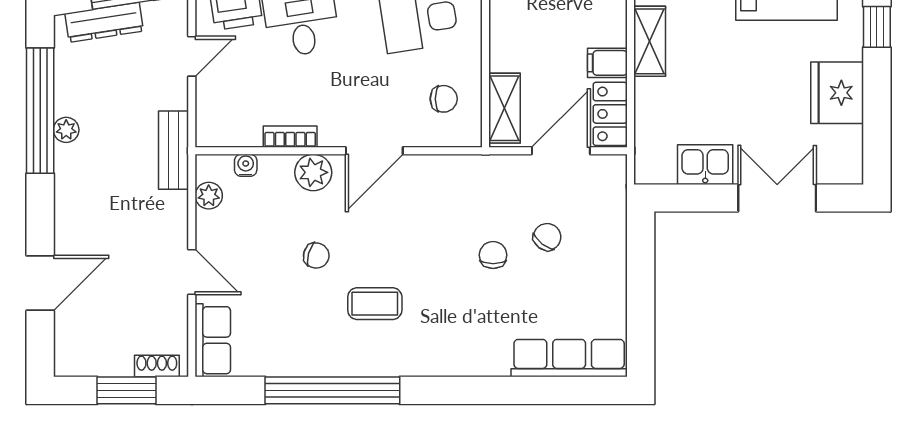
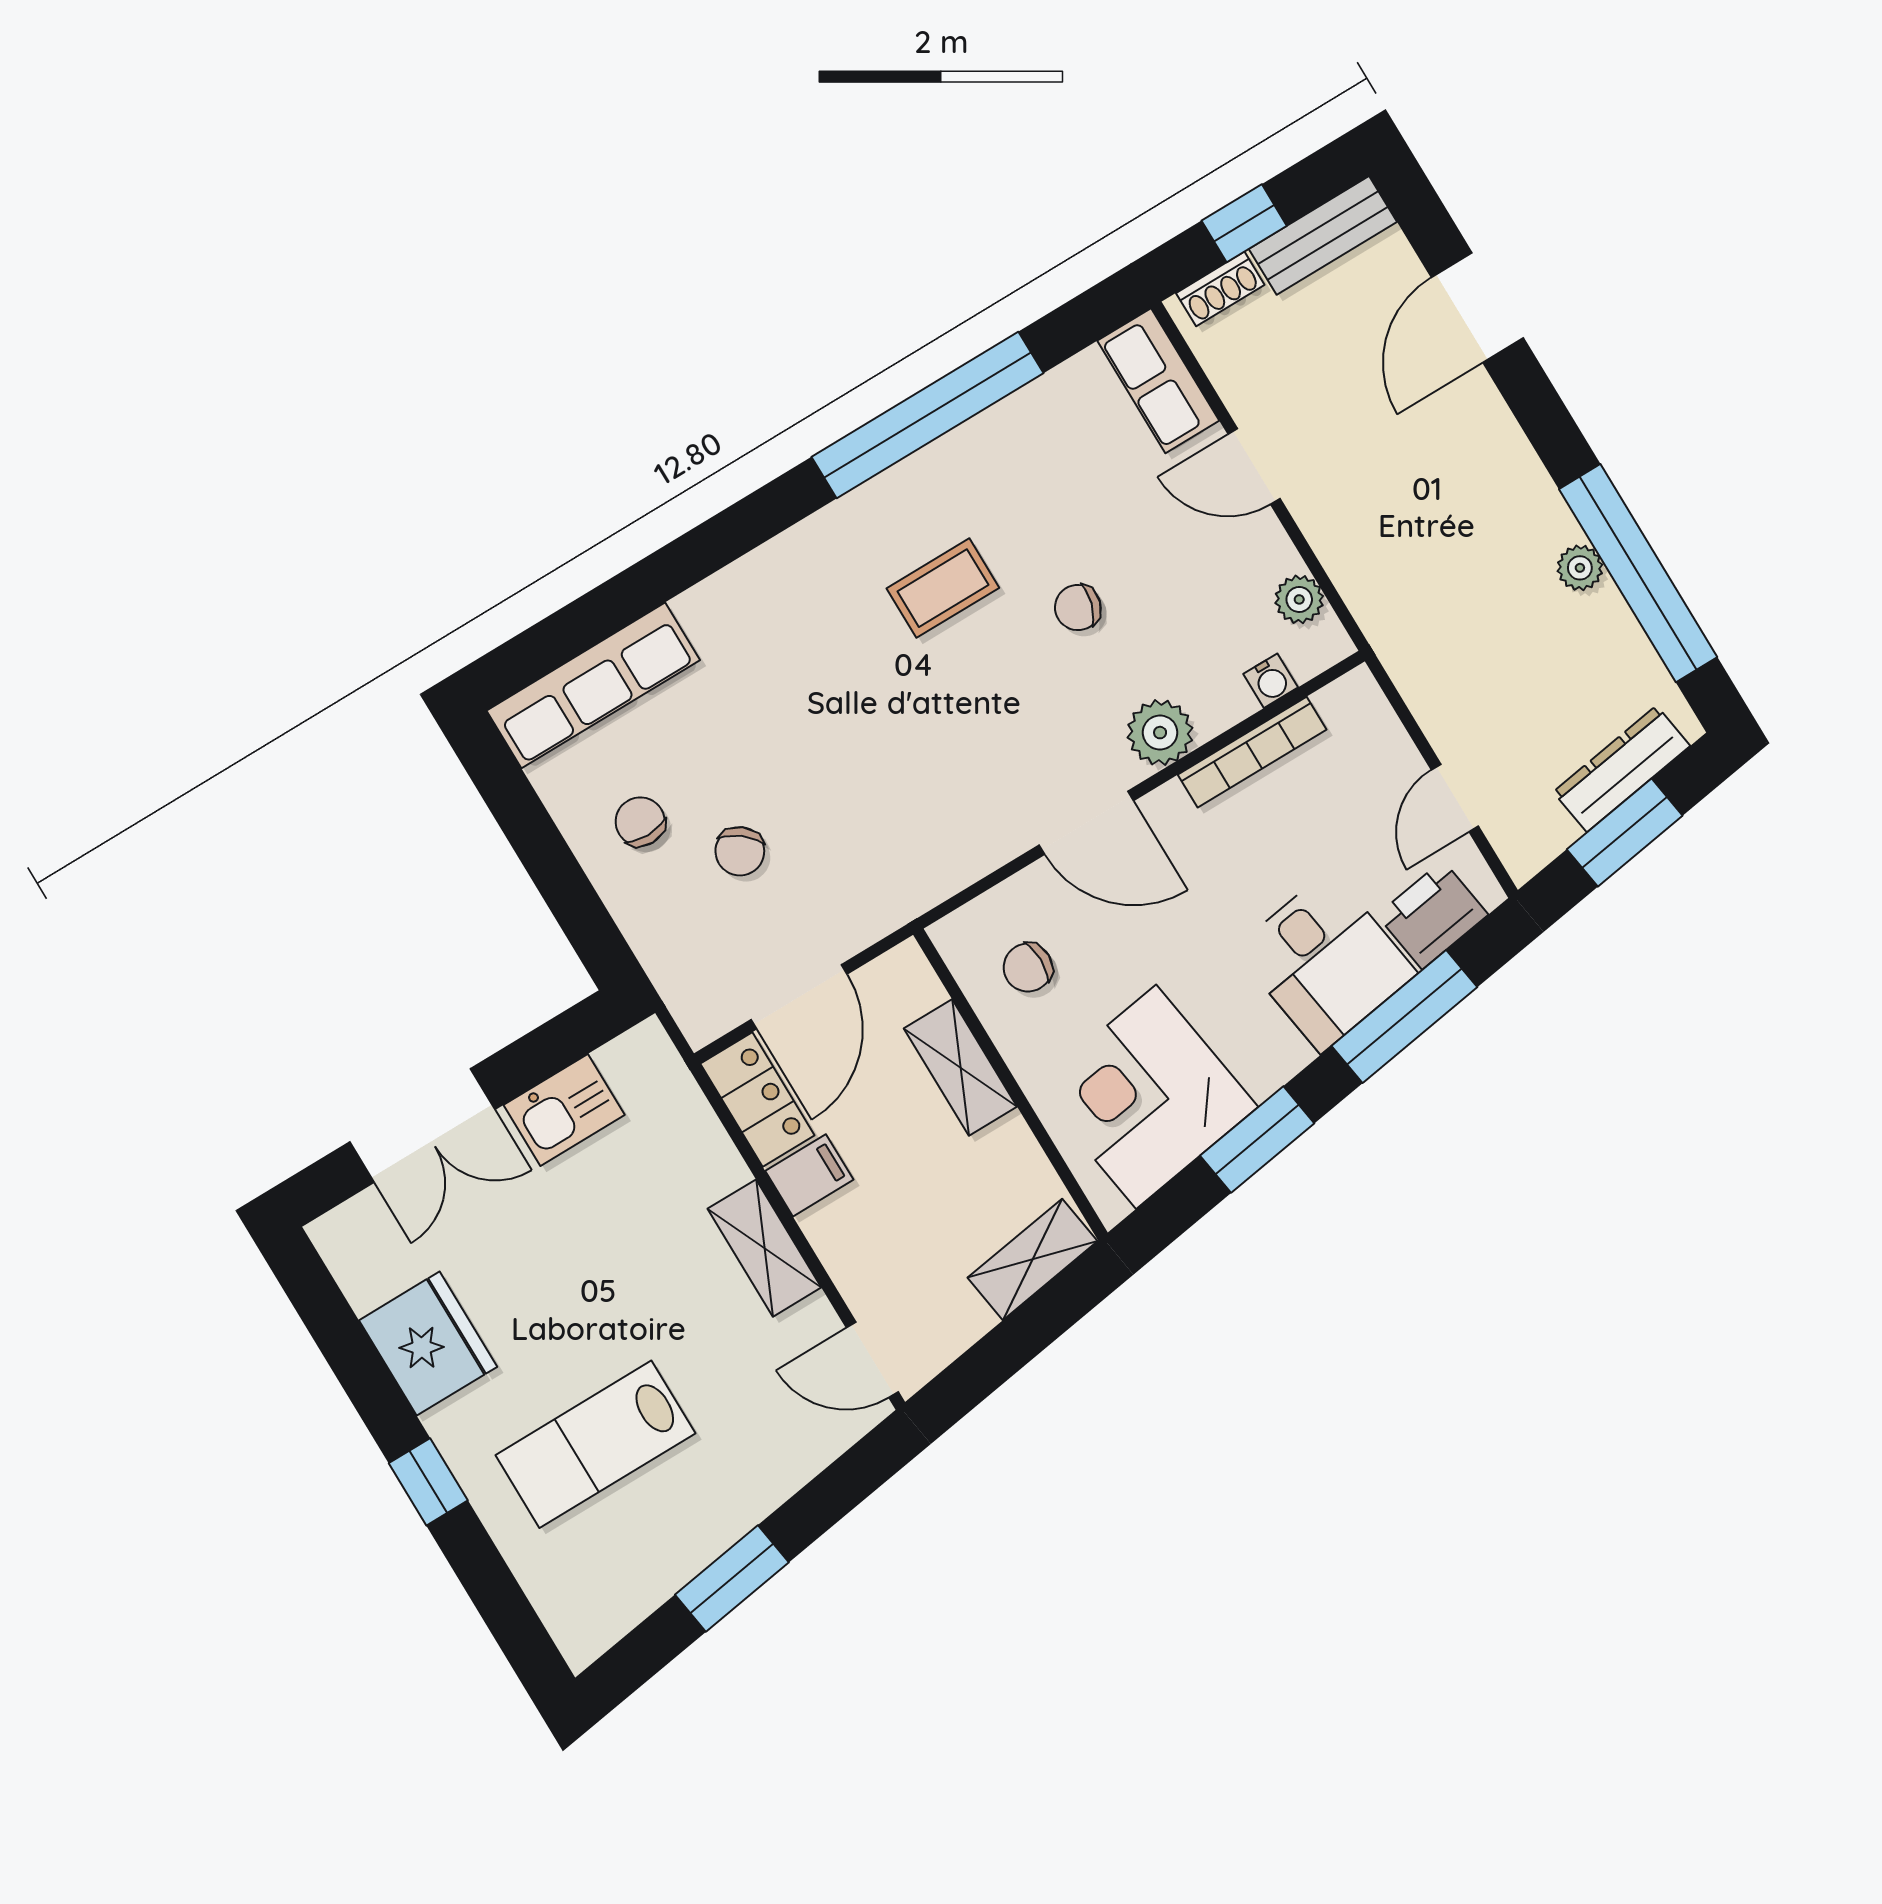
shelving: (504, 108) -> (960, 1067), moved
bookcase: (290, 137) -> (1252, 752), width x1.56
bench: (174, 150) -> (1323, 235), moved, turned 90
door: (374, 151) -> (1086, 823), swing flipped
chair: (493, 255) -> (640, 822), moved, turned 180
window: (127, 390) -> (1244, 223), width x0.67

